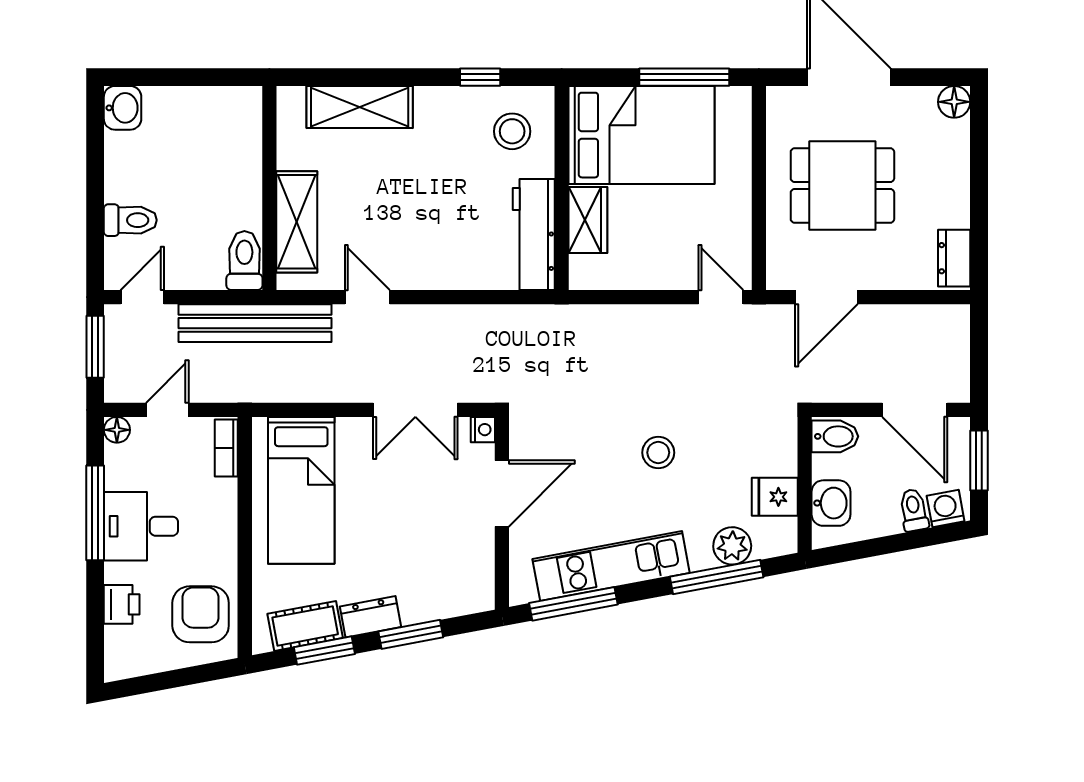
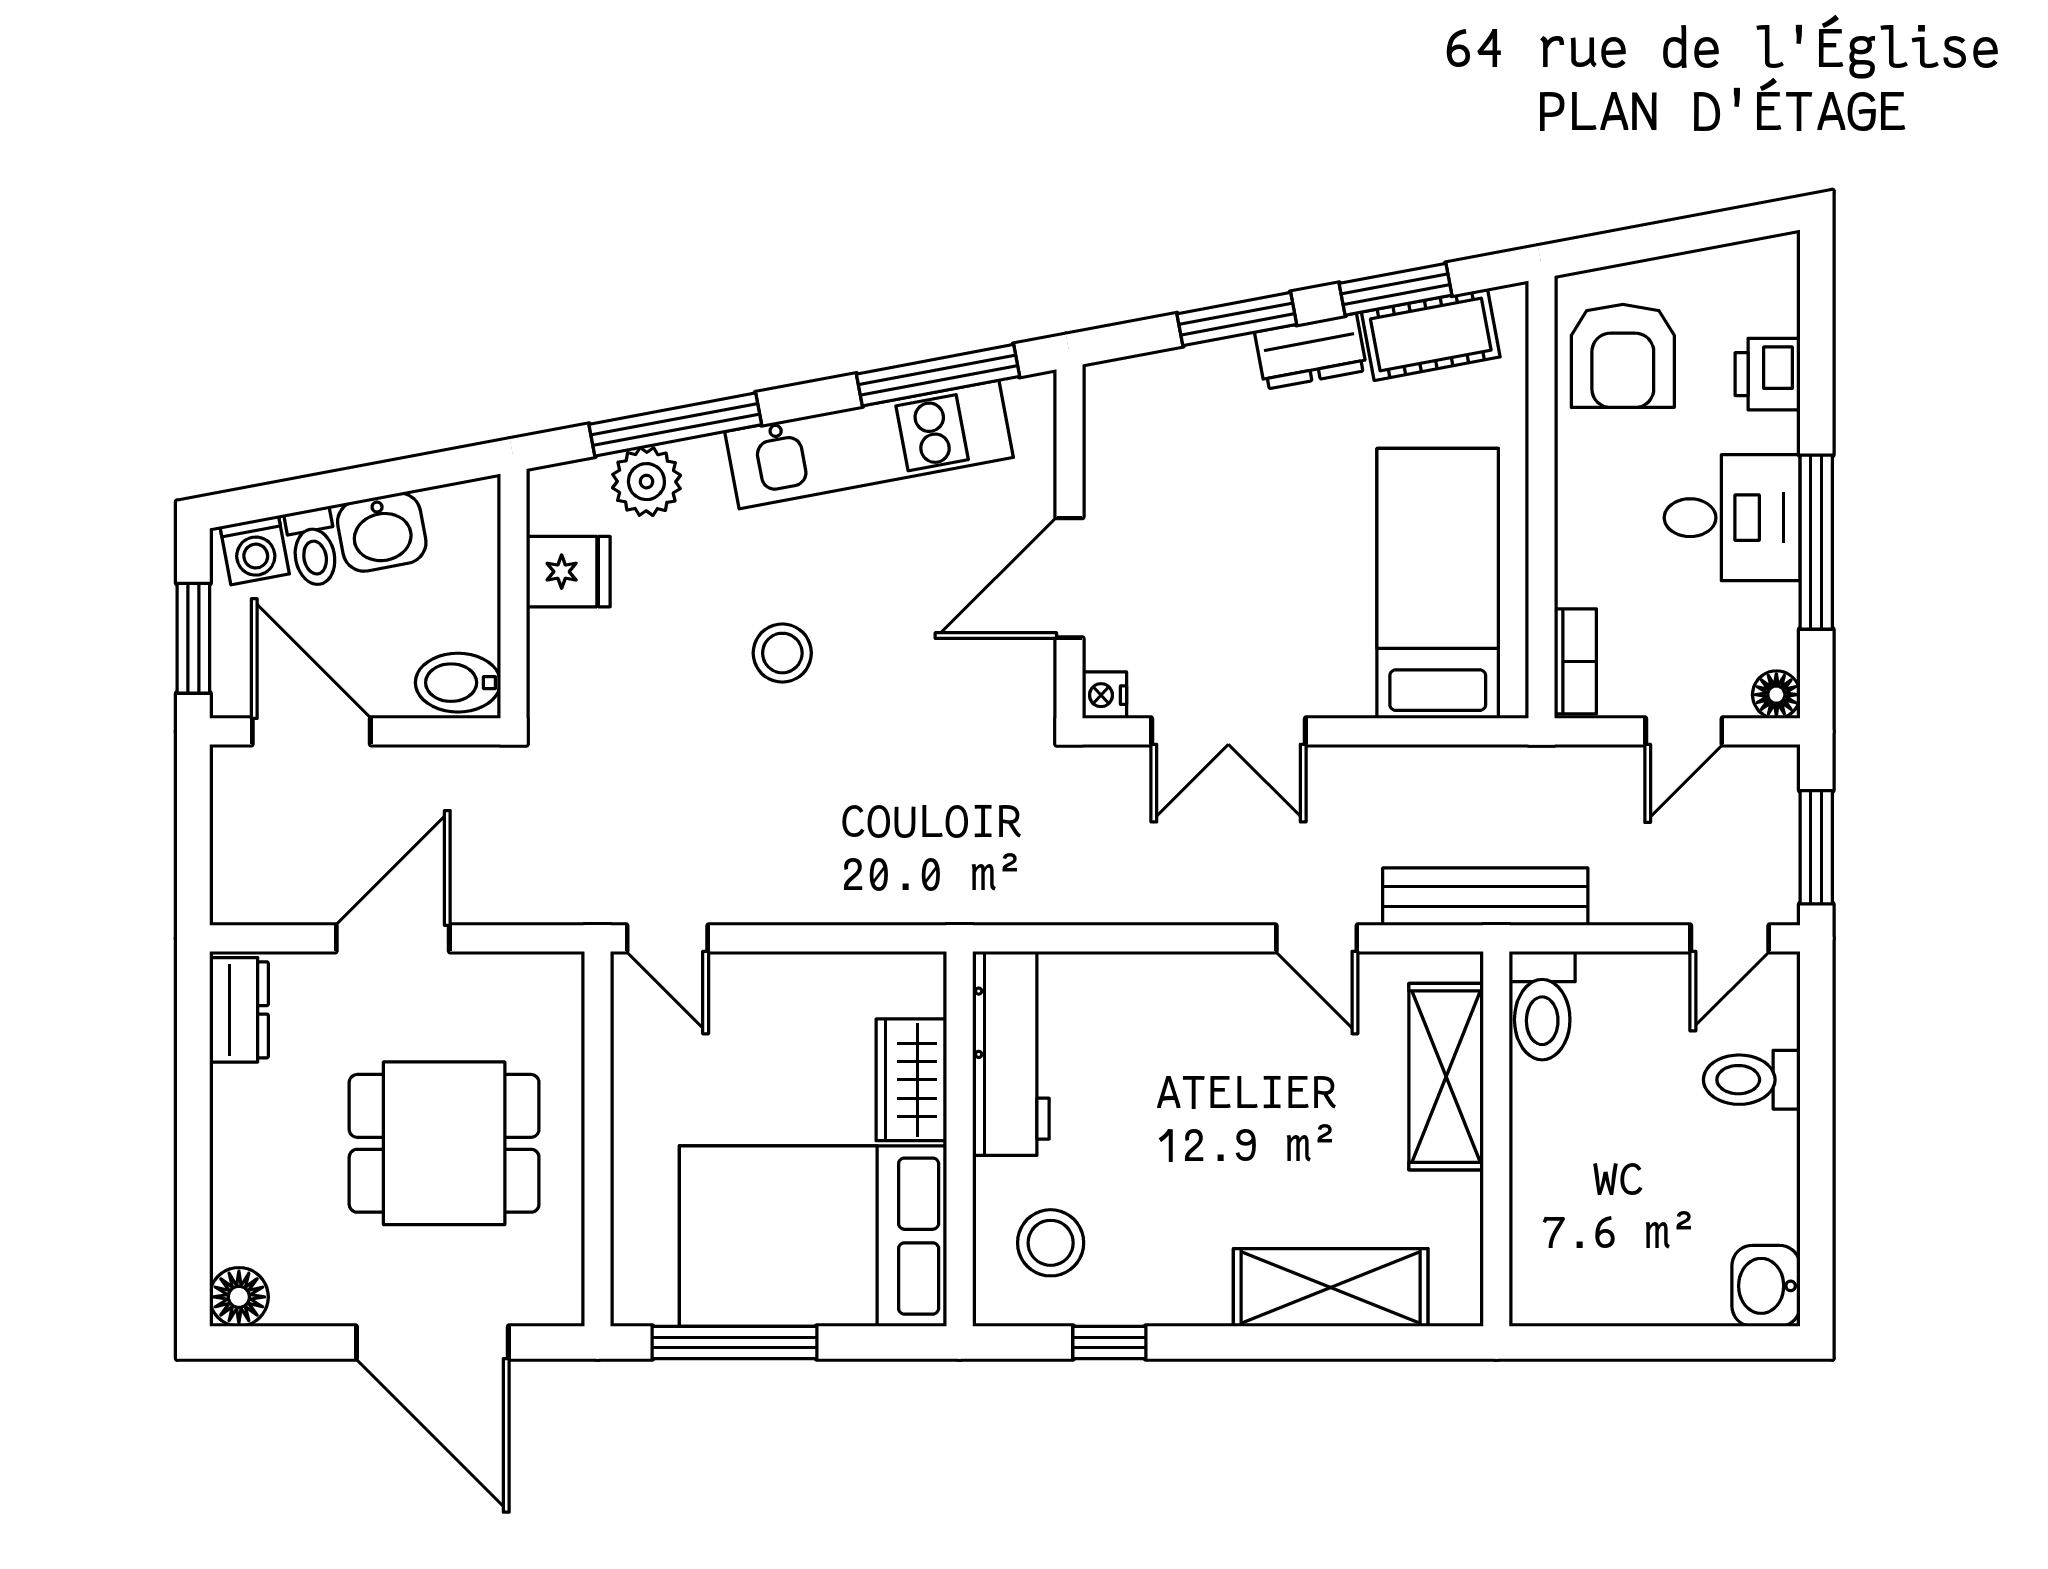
door: (826, 297) -> (393, 938), moved
bench: (255, 323) -> (1485, 897), width x0.73, depth x0.82
double door: (415, 410) -> (1228, 731), swing flipped
washbasin: (831, 503) -> (382, 532), moved, turned -101

